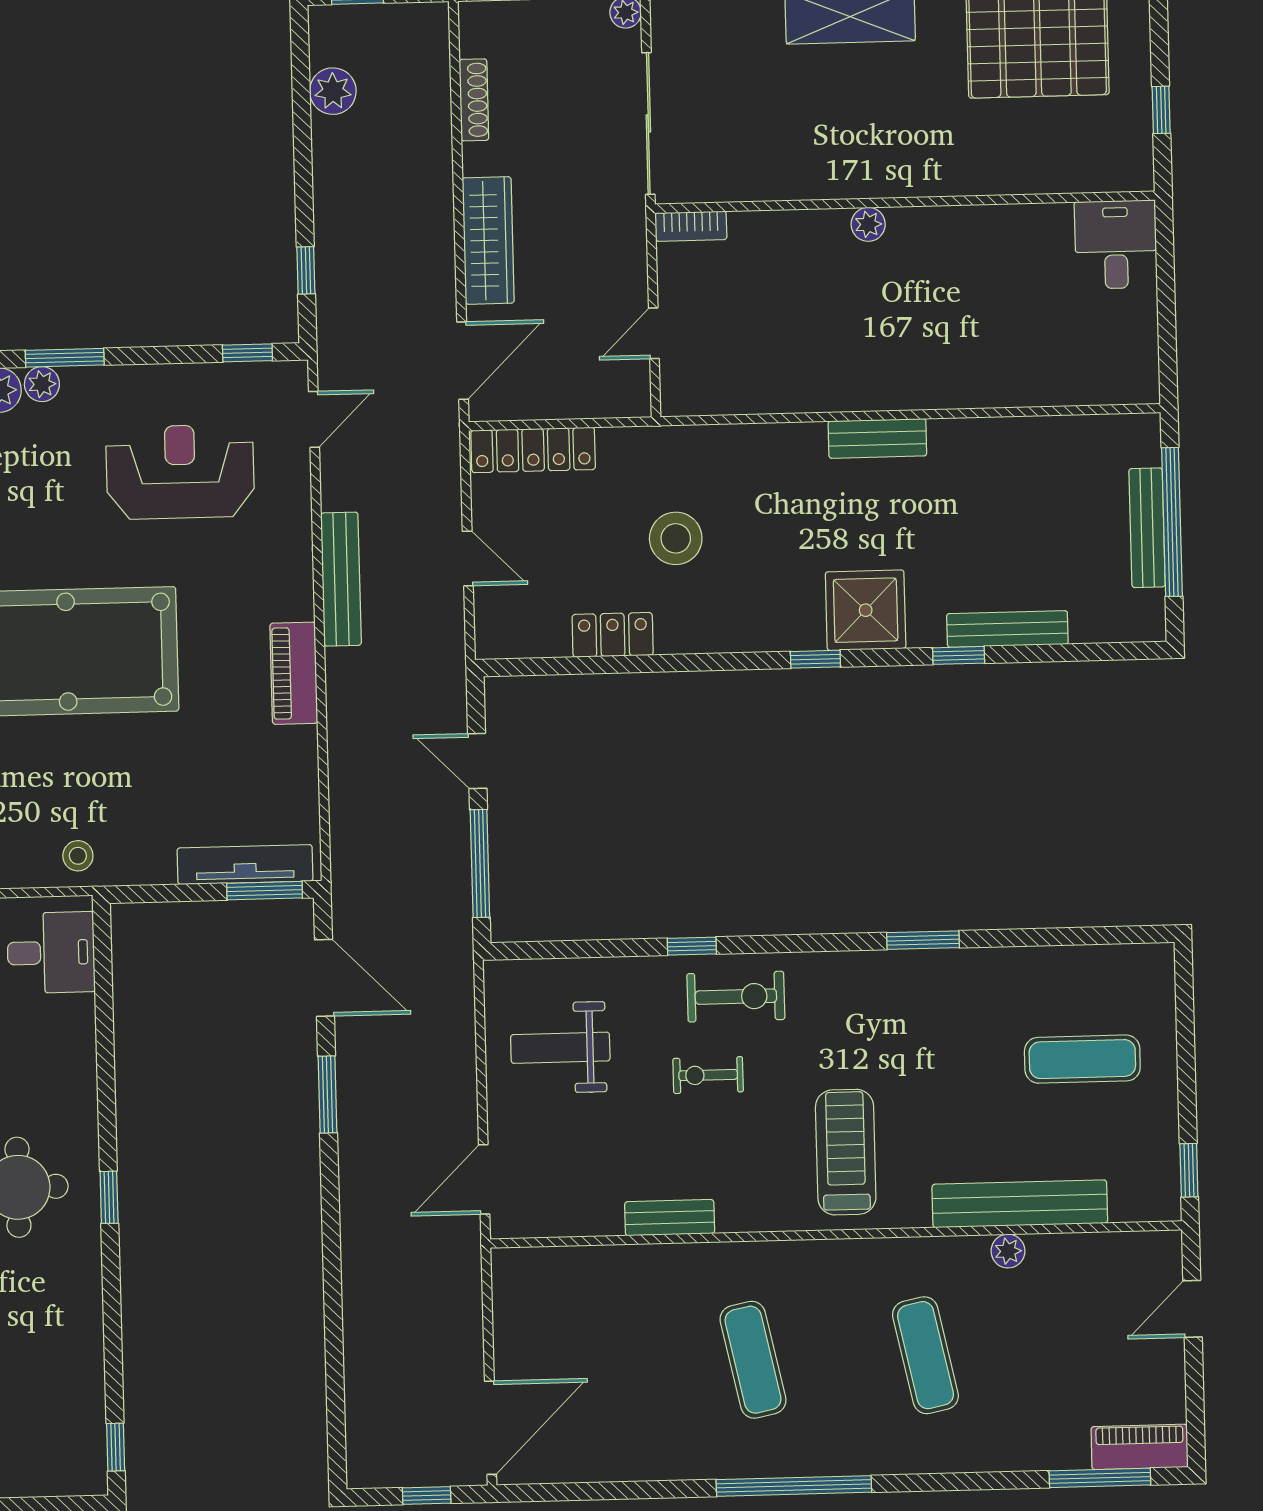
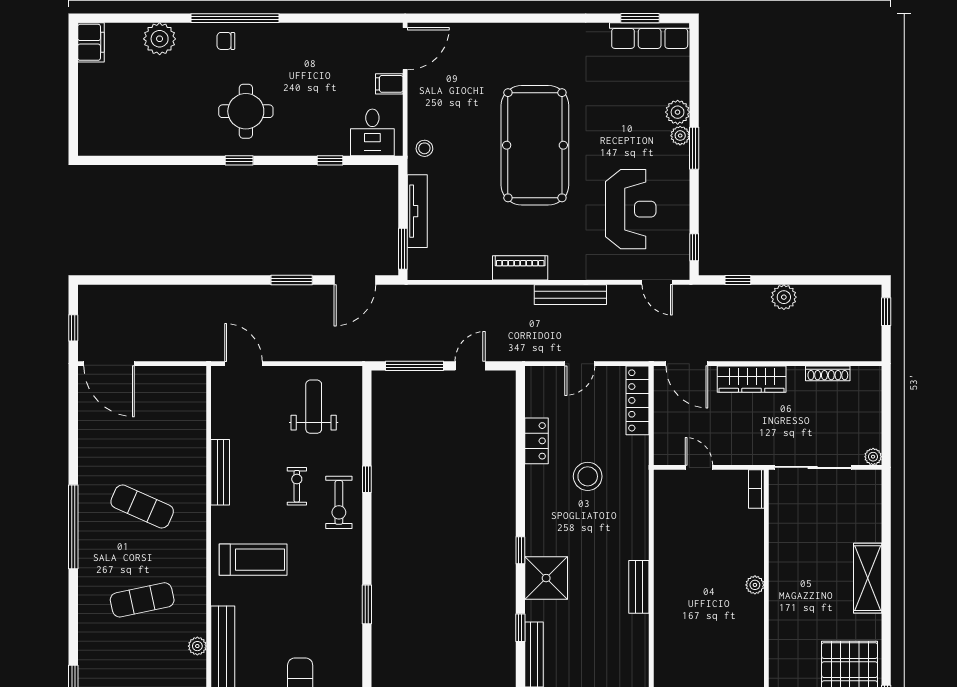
plant: (333, 91) -> (784, 297), moved
tv unit: (245, 864) -> (417, 211), moved
bench: (670, 1218) -> (220, 472), width x1.36
exercise mat: (753, 1360) -> (142, 507), turned 36
window: (116, 1447) -> (330, 160), moved

